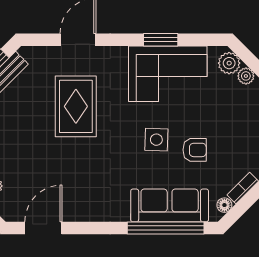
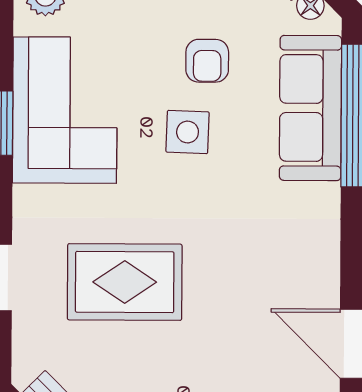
armchair: (195, 150) -> (207, 61), turned 180

